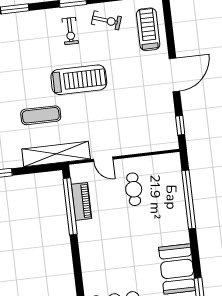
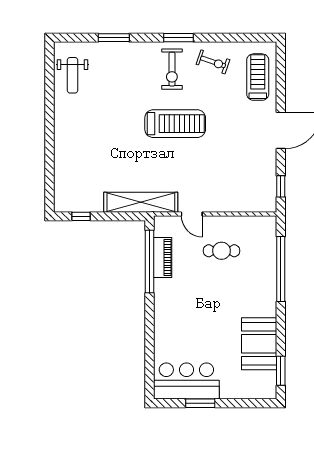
exercise bike: (70, 31) -> (172, 69), width x1.38, depth x1.39
exercise mat: (41, 115) -> (129, 158), removed
cafe table: (134, 189) -> (221, 251), turned 90

